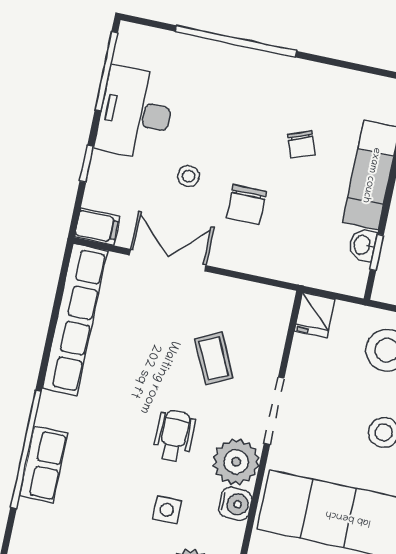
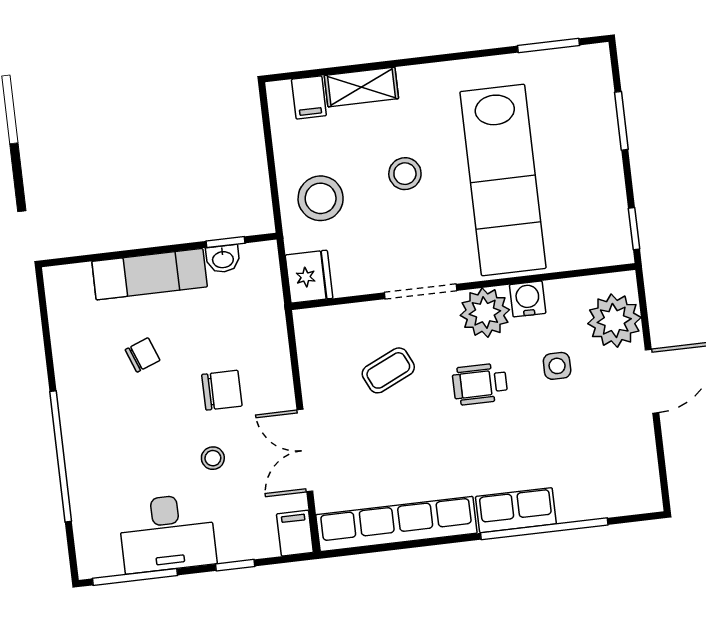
fridge: (315, 315) -> (309, 277), width x1.38
row of seats: (44, 465) -> (516, 510), moved

